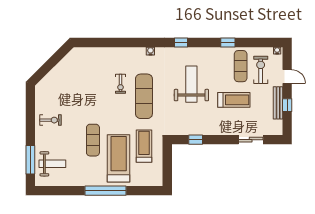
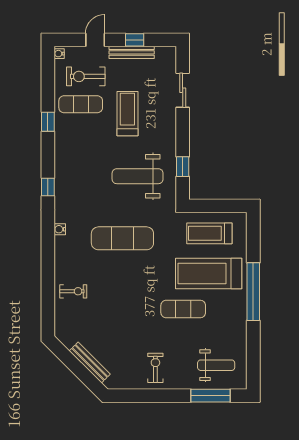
bench: (54, 73) -> (90, 363), added
exercise bike: (121, 84) -> (73, 291), moved
weight bench: (191, 84) -> (138, 176), moved
treadmill: (144, 146) -> (209, 233), moved
weight bench: (52, 164) -> (216, 365), turned 90

